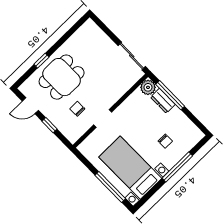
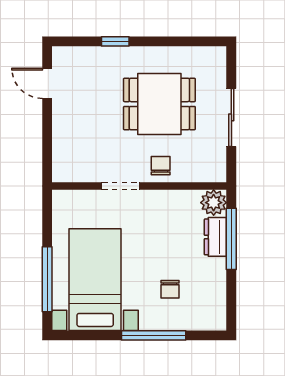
sliding door: (132, 56) -> (231, 117), moved
dining table: (62, 77) -> (159, 104), moved
chair: (77, 109) -> (161, 166), moved
window: (49, 125) -> (47, 130), removed

